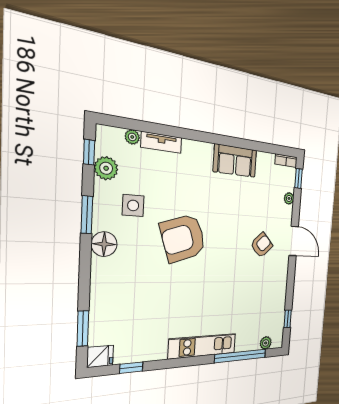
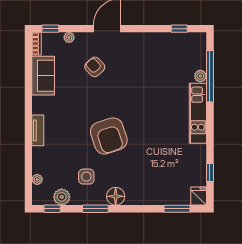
tv unit: (161, 142) -> (38, 130), moved
sofa: (235, 161) -> (43, 76), moved
armchair: (262, 245) -> (95, 67), moved
plant: (266, 343) -> (200, 76), moved

